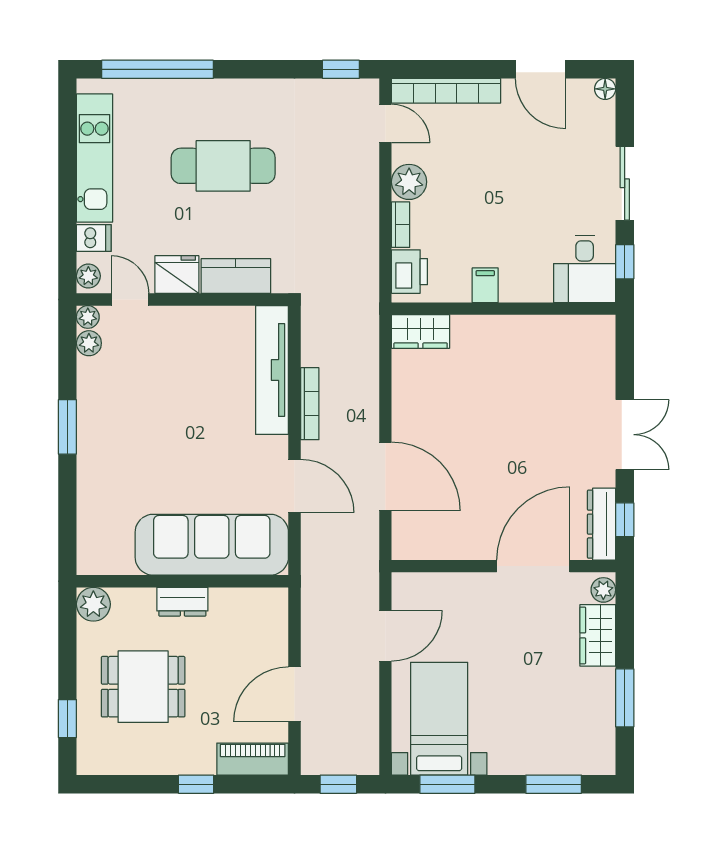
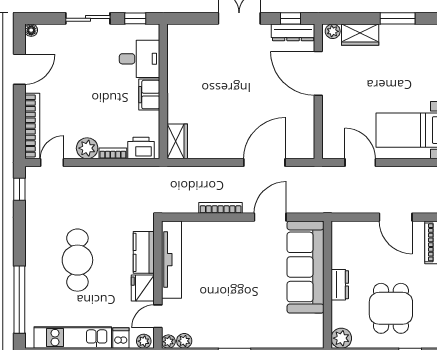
desk: (585, 269) -> (140, 59), moved
filing cabinet: (485, 285) -> (149, 95), width x2.00
tv unit: (272, 370) -> (171, 260), moved, turned -90

